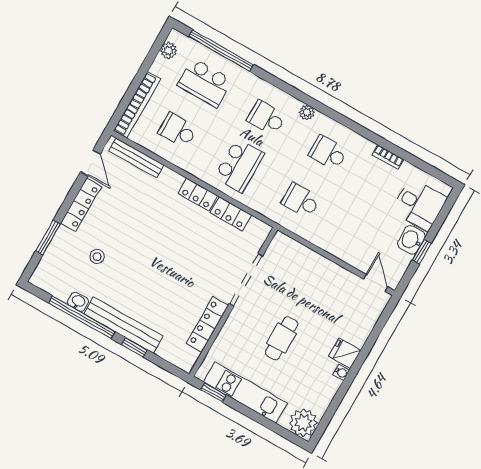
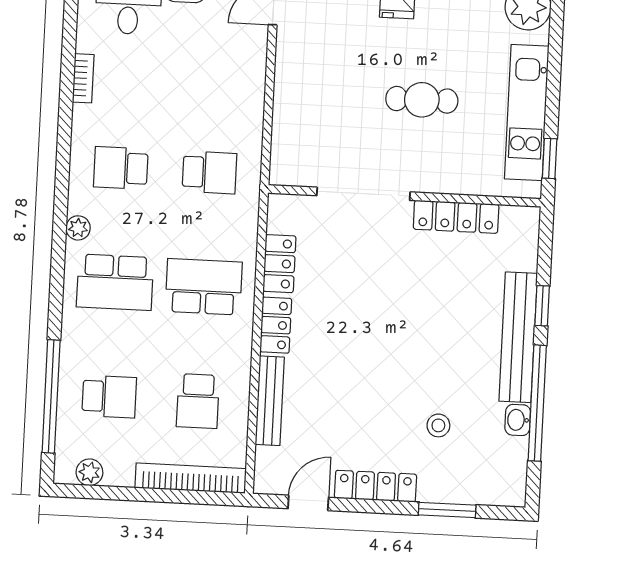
school desk: (205, 83) -> (109, 397), width x0.54
school desk: (266, 118) -> (115, 282), width x1.85
school desk: (328, 153) -> (121, 168), turned 90
bench: (136, 158) -> (270, 401), moved
school desk: (301, 201) -> (209, 172), turned -90

